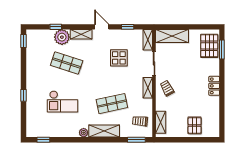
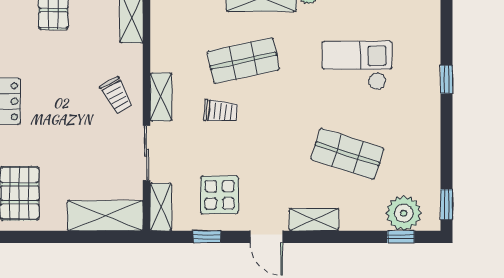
window: (56, 27) -> (401, 237), moved
plant: (62, 37) -> (404, 213), moved
display table: (119, 58) -> (220, 195), moved
trolley: (140, 121) -> (221, 111), moved

